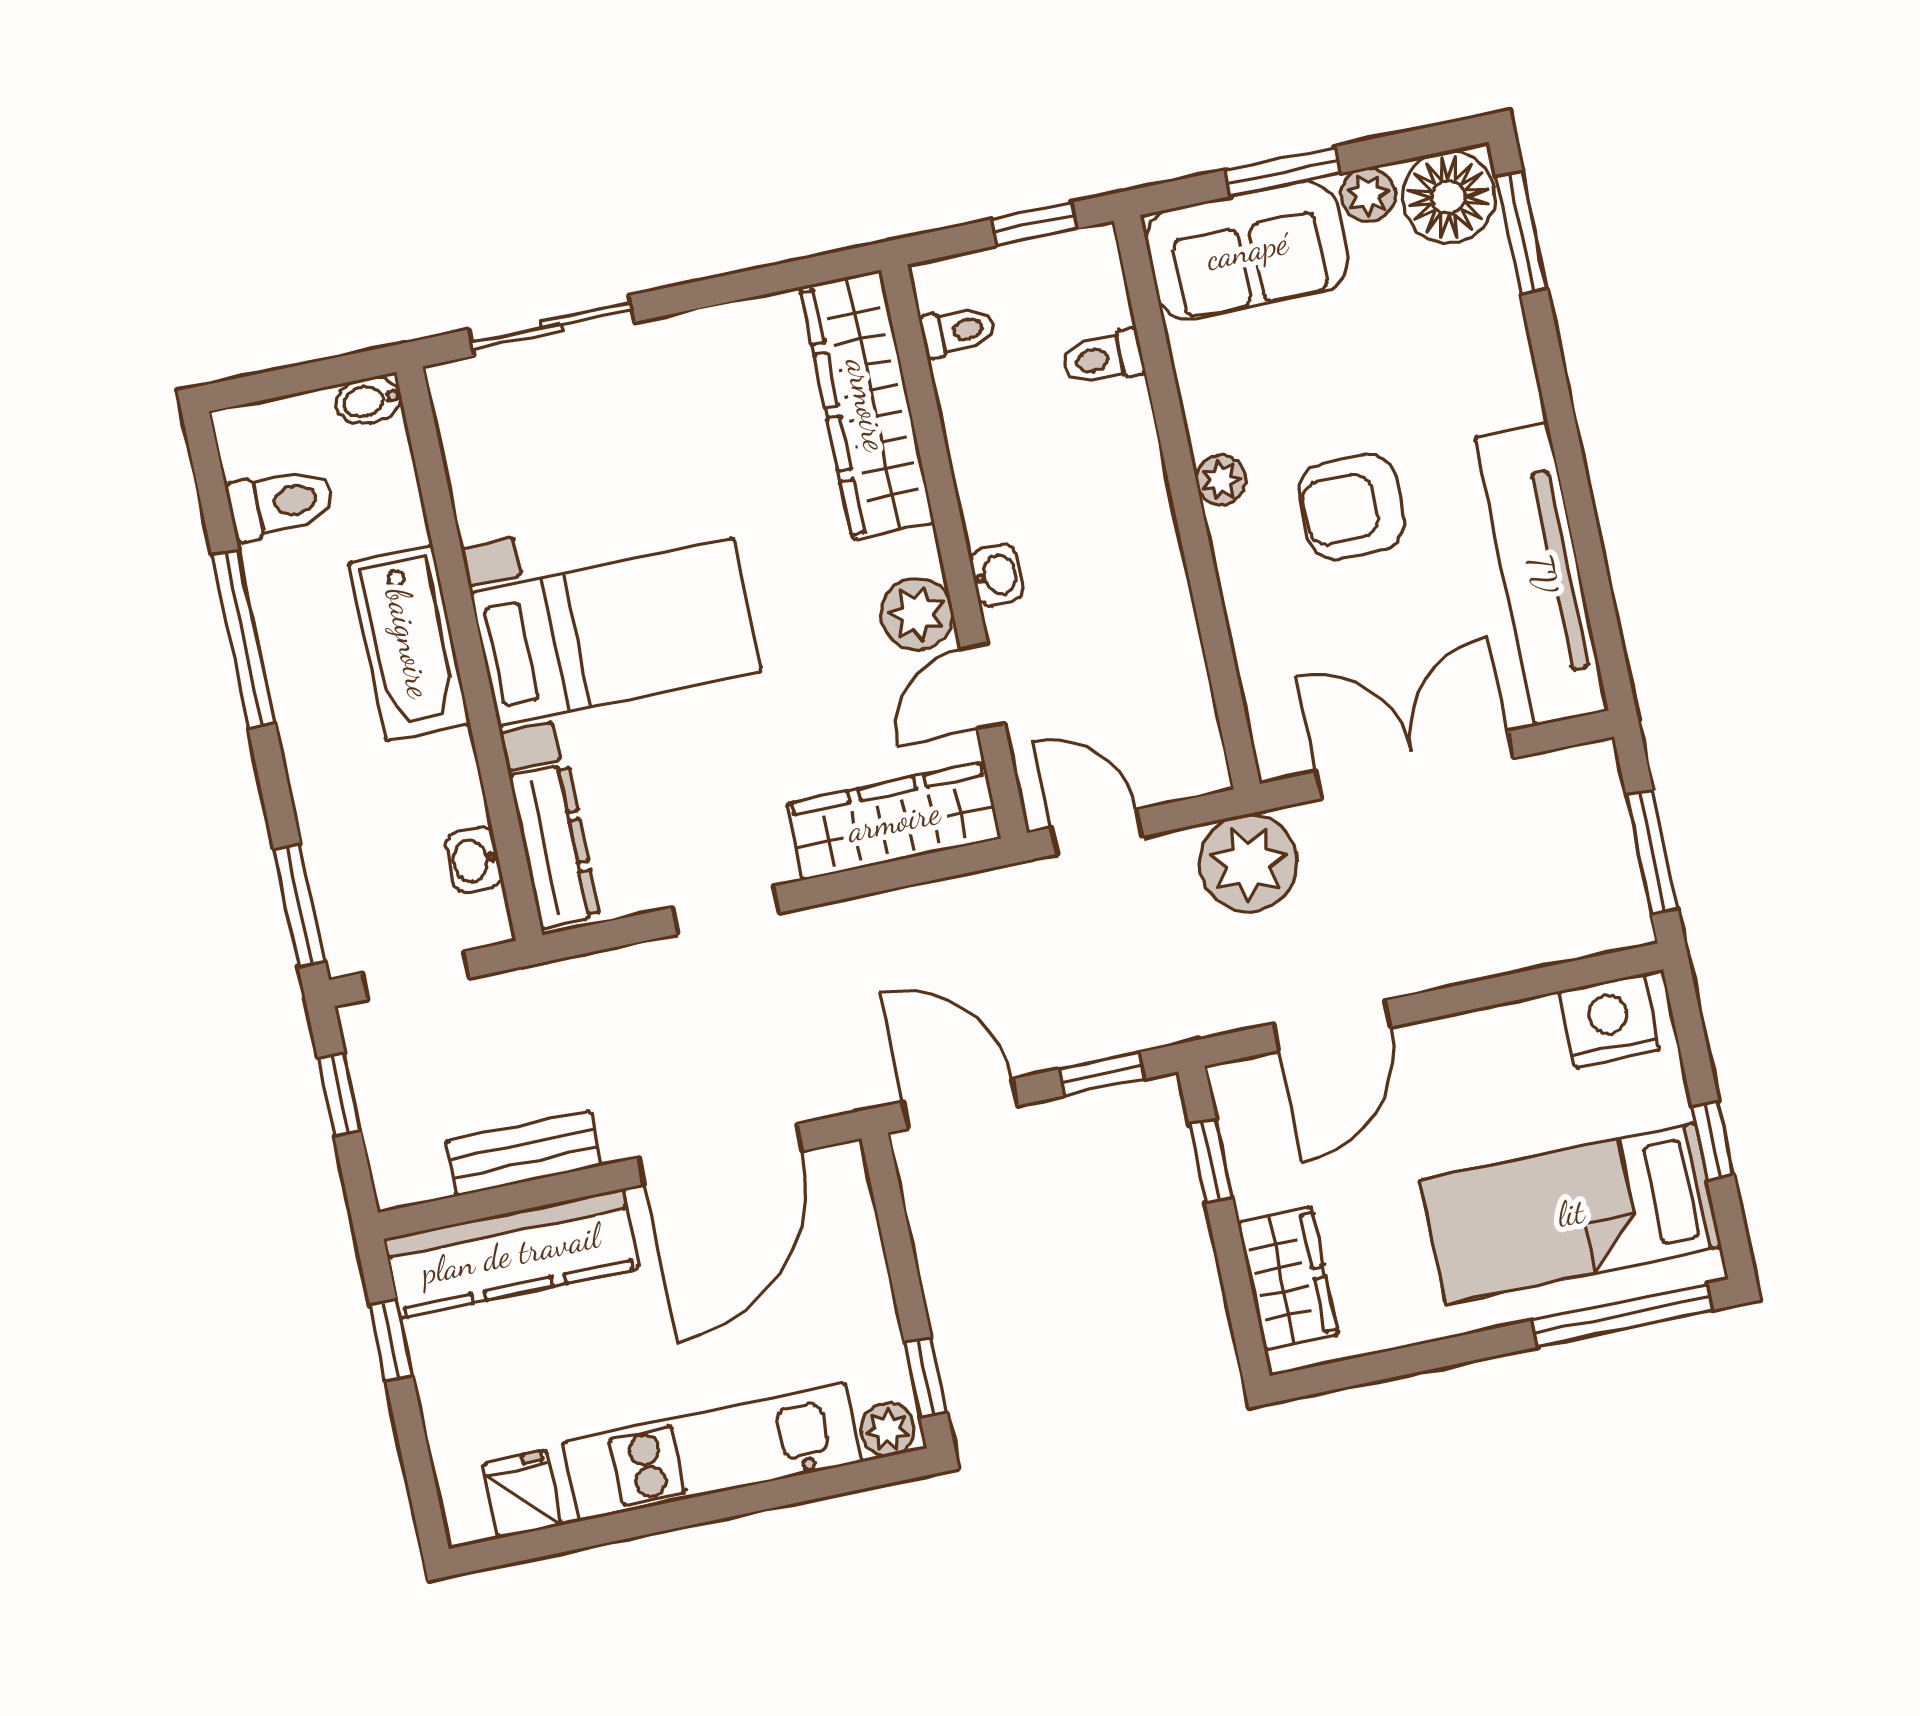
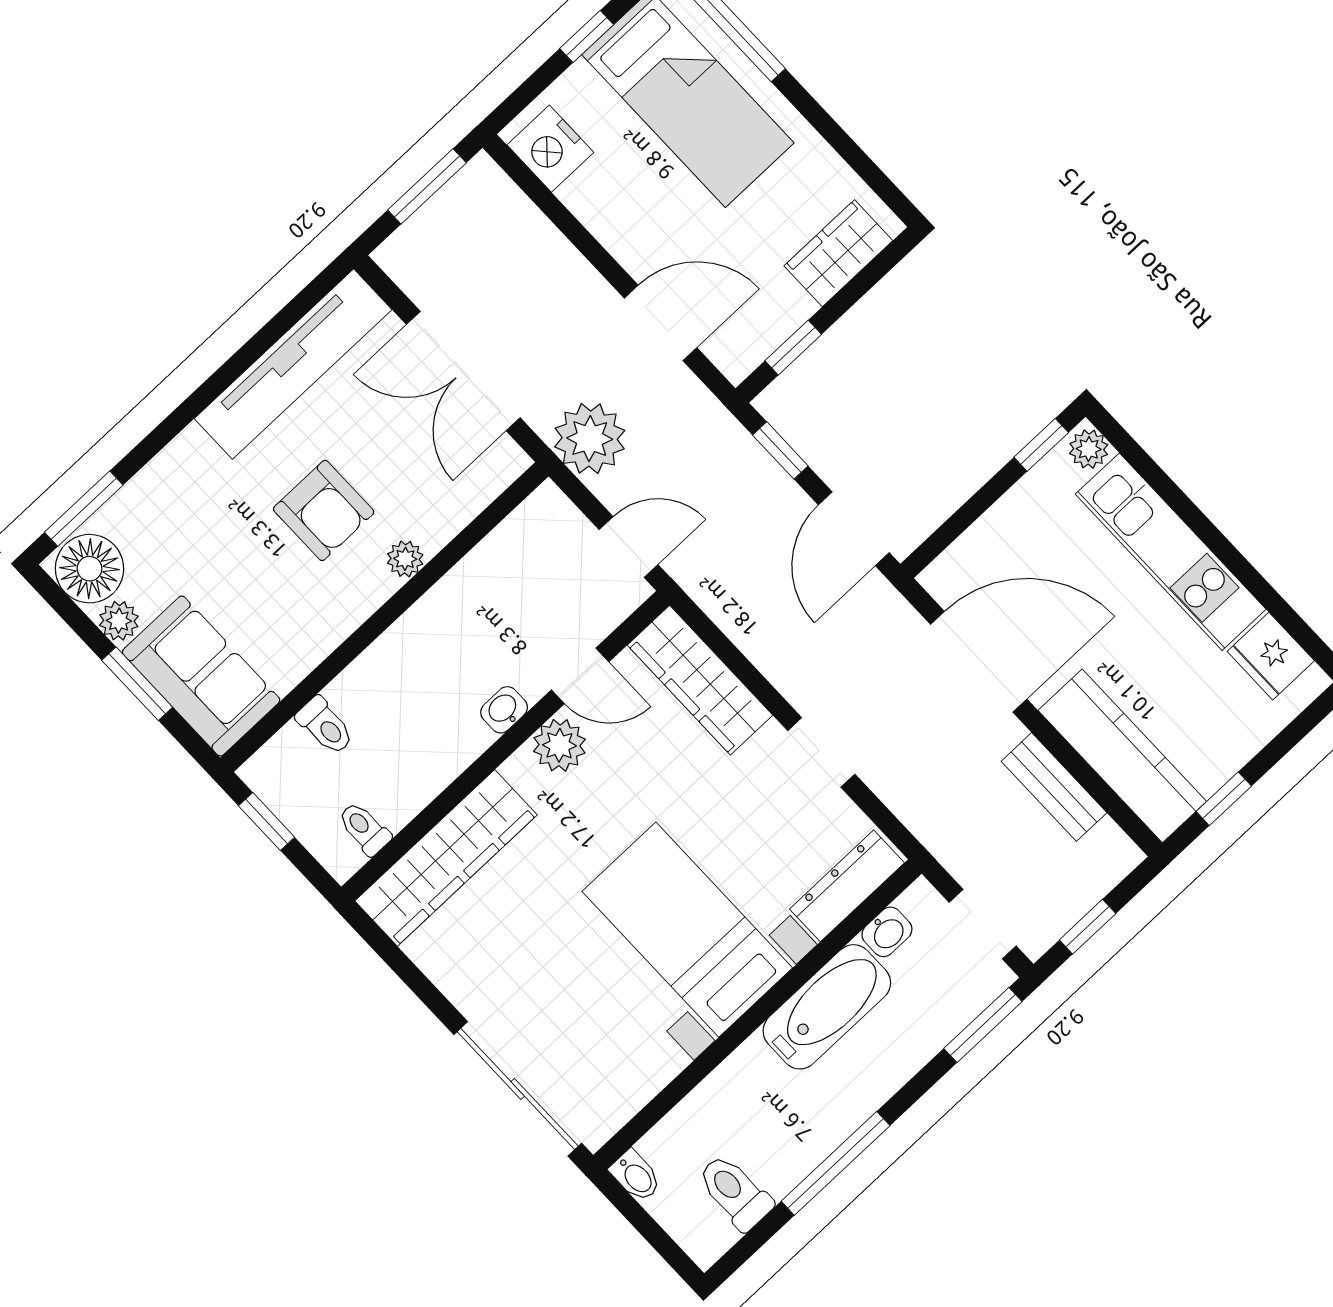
sliding door: (551, 326) -> (518, 1089), width x1.37
plant: (1221, 480) -> (405, 559), moved
bathtub: (409, 643) -> (827, 1007), moved
door: (1097, 832) -> (629, 547), swing flipped
fridge: (522, 1494) -> (1271, 656), width x1.38

